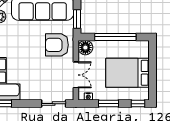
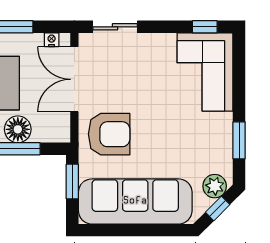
floor lamp: (85, 48) -> (18, 129), moved
double door: (76, 75) -> (74, 79), width x1.37

